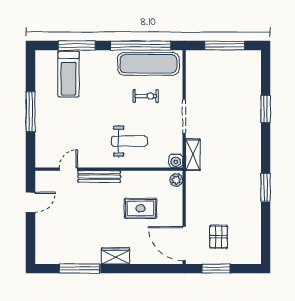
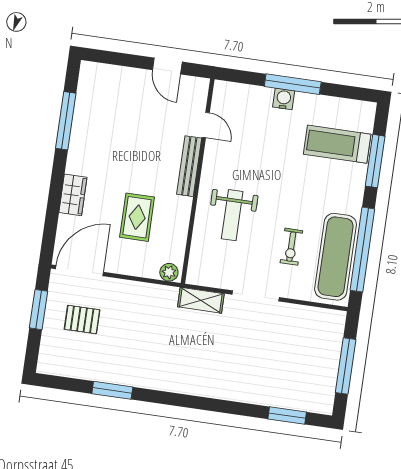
window: (266, 109) -> (287, 416), moved
water cooler: (176, 161) -> (284, 99), moved, turned 90
window: (266, 187) -> (112, 390), moved
wardrobe: (115, 256) -> (73, 195), moved

